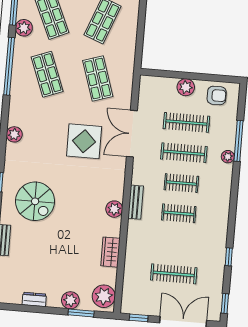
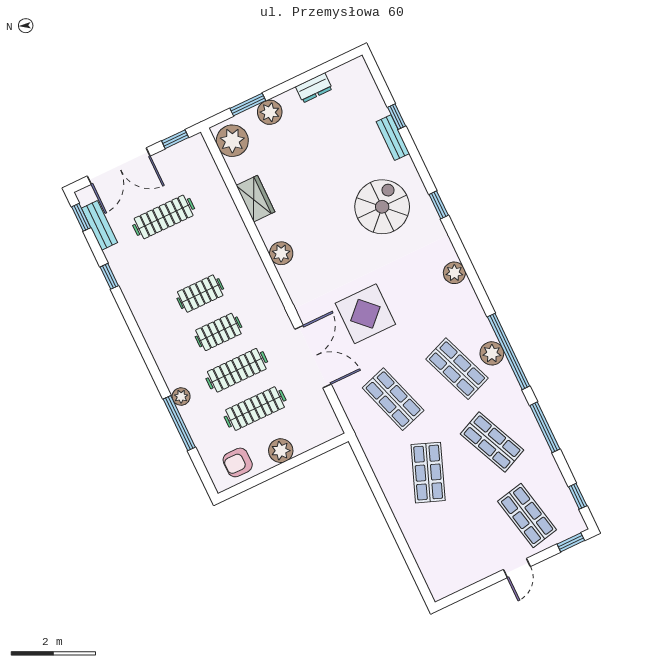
plant: (24, 28) -> (492, 353), moved
spiral stairs: (35, 201) -> (382, 207), turned 90
bench: (136, 202) -> (100, 225), moved

